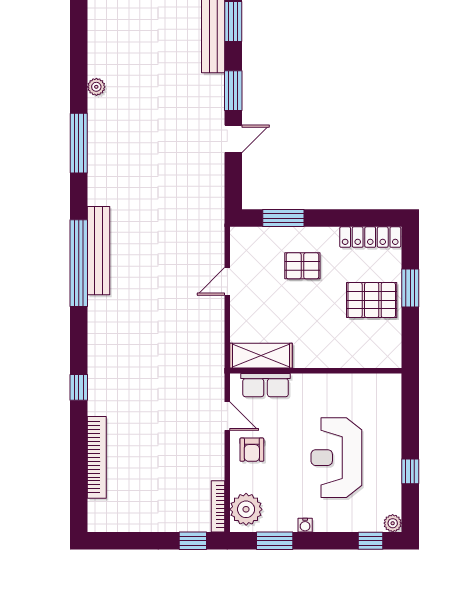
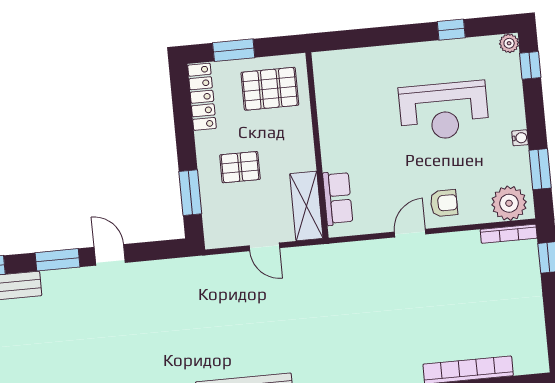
pallet: (302, 266) -> (240, 167), turned 90
window: (410, 288) -> (234, 50), moved
pallet: (372, 300) -> (270, 89), turned 90
shelving: (261, 356) -> (306, 206), moved
wall: (316, 371) -> (317, 145), moved
row of seats: (266, 385) -> (338, 198), moved

